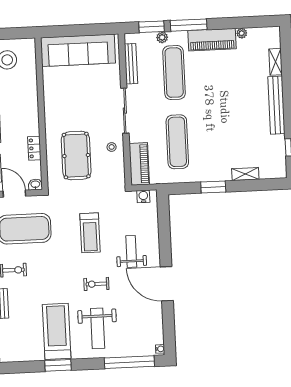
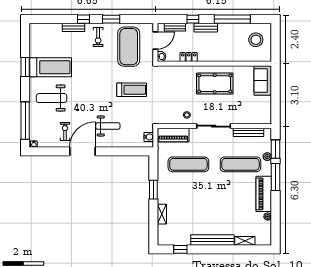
sofa: (78, 50) -> (263, 80), width x0.54, depth x0.79
pool table: (76, 156) -> (215, 84), moved
treadmill: (90, 233) -> (132, 90), moved, turned 180
exercise bike: (96, 284) -> (65, 131), moved

